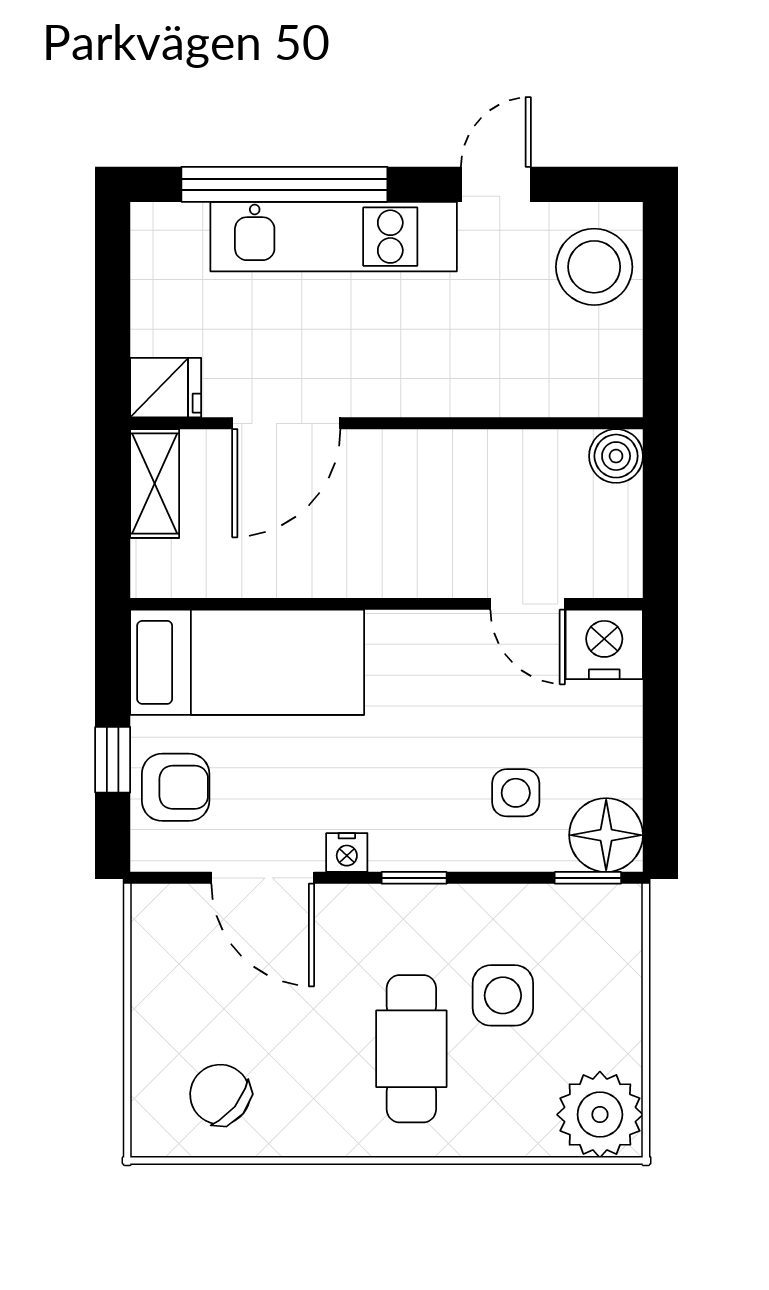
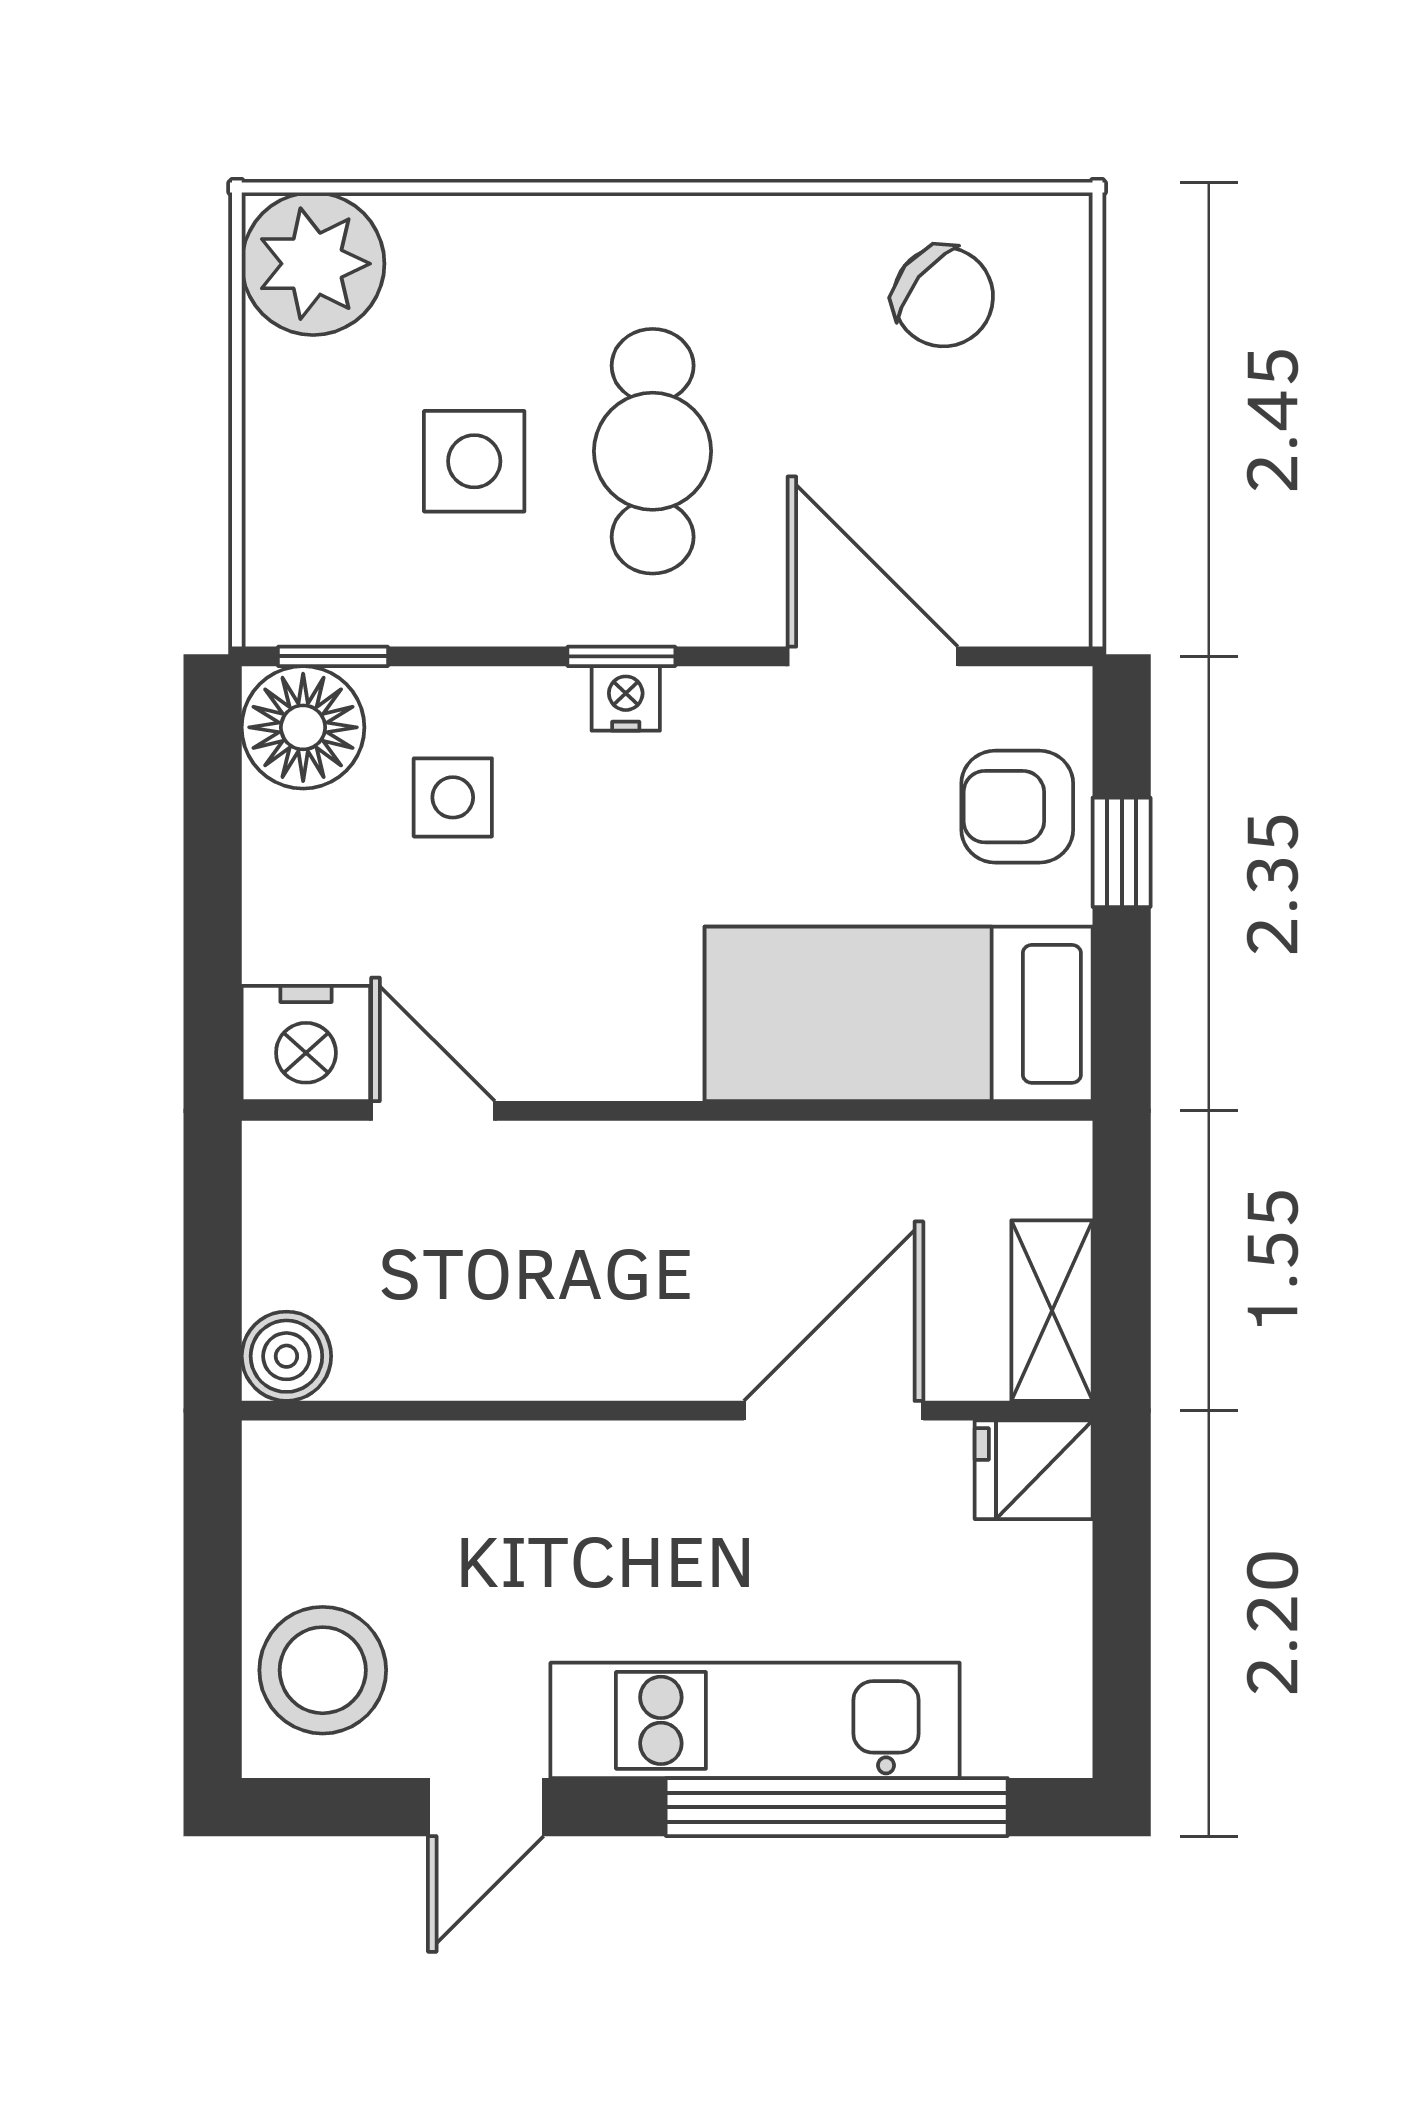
nightstand: (347, 852) -> (626, 698), moved
cafe table: (411, 1049) -> (653, 451), moved

